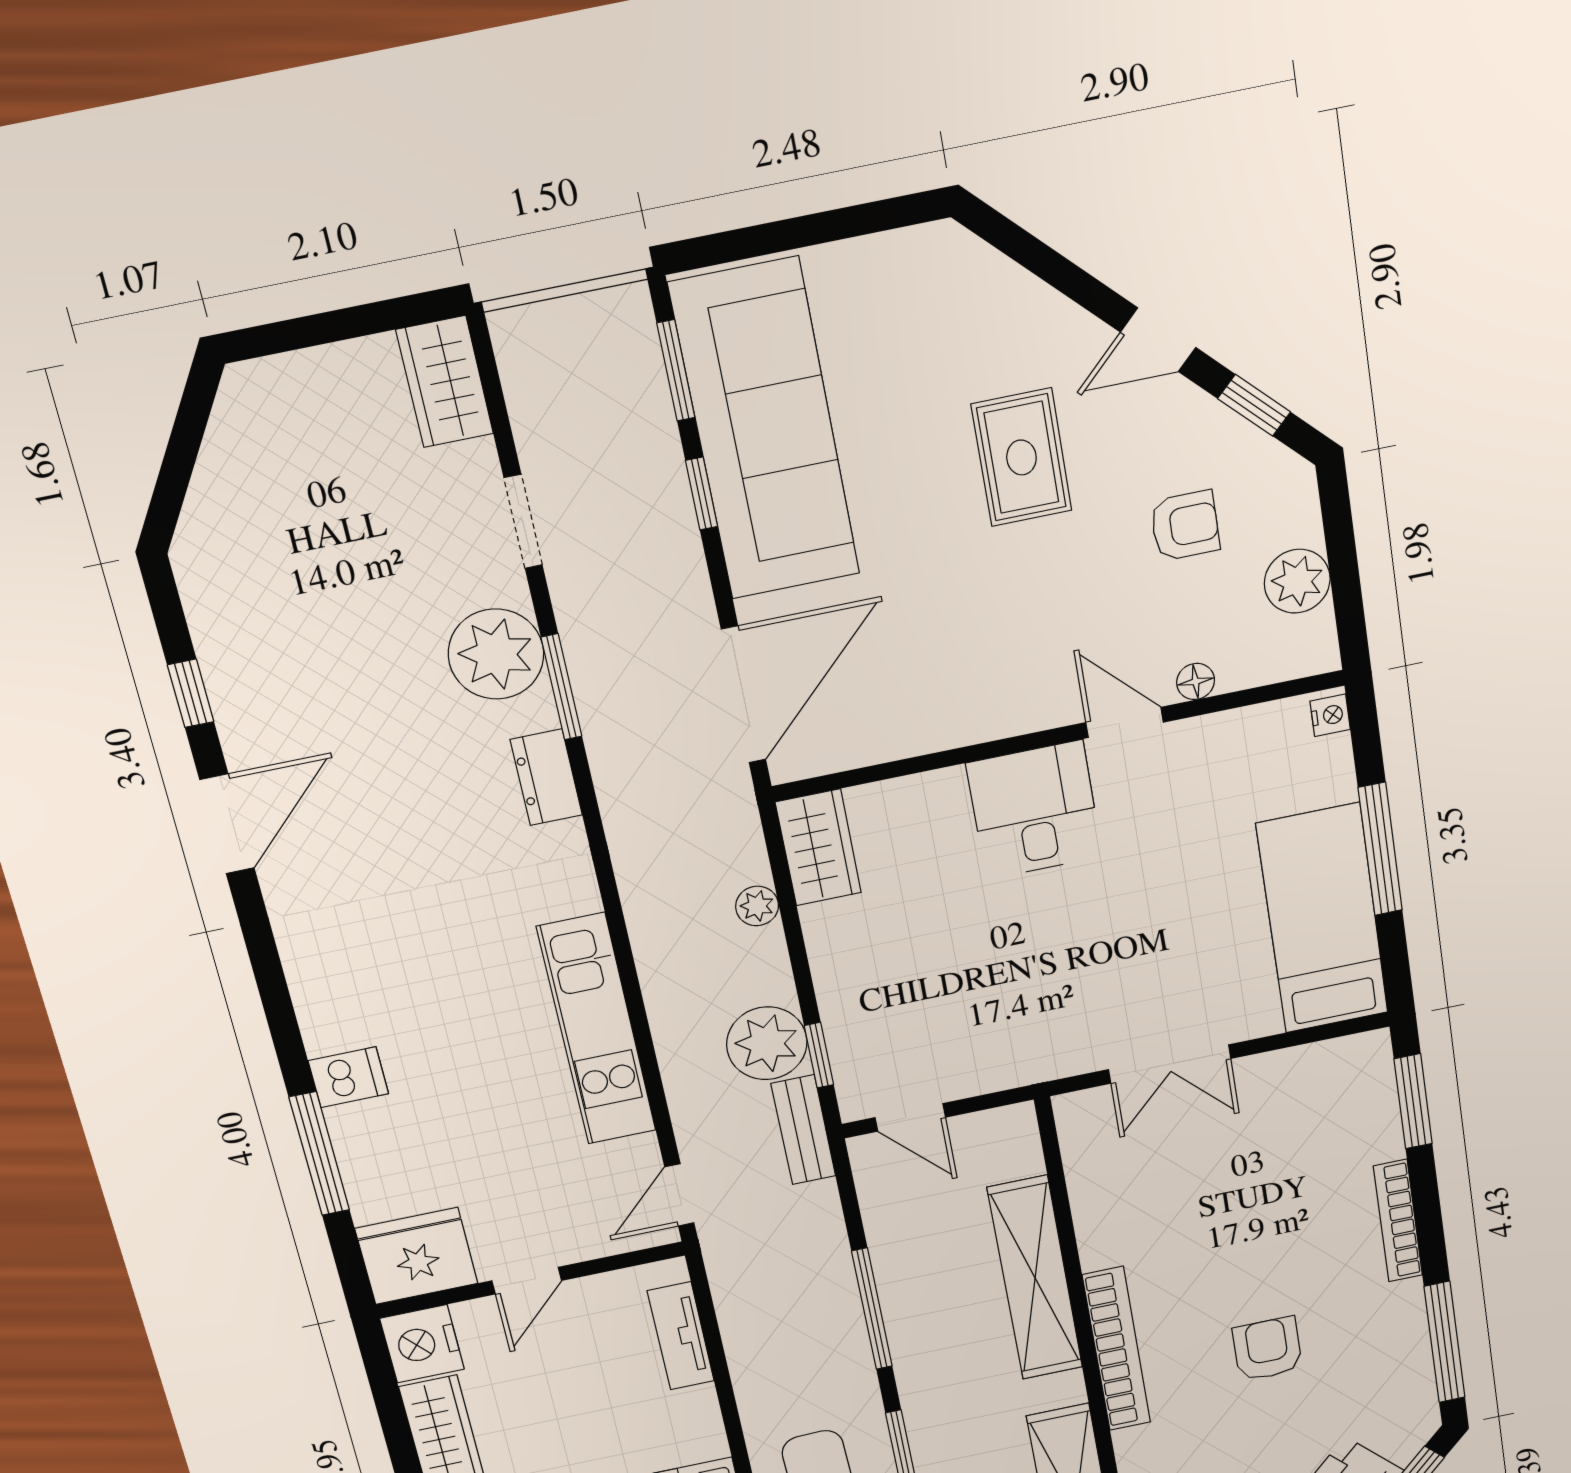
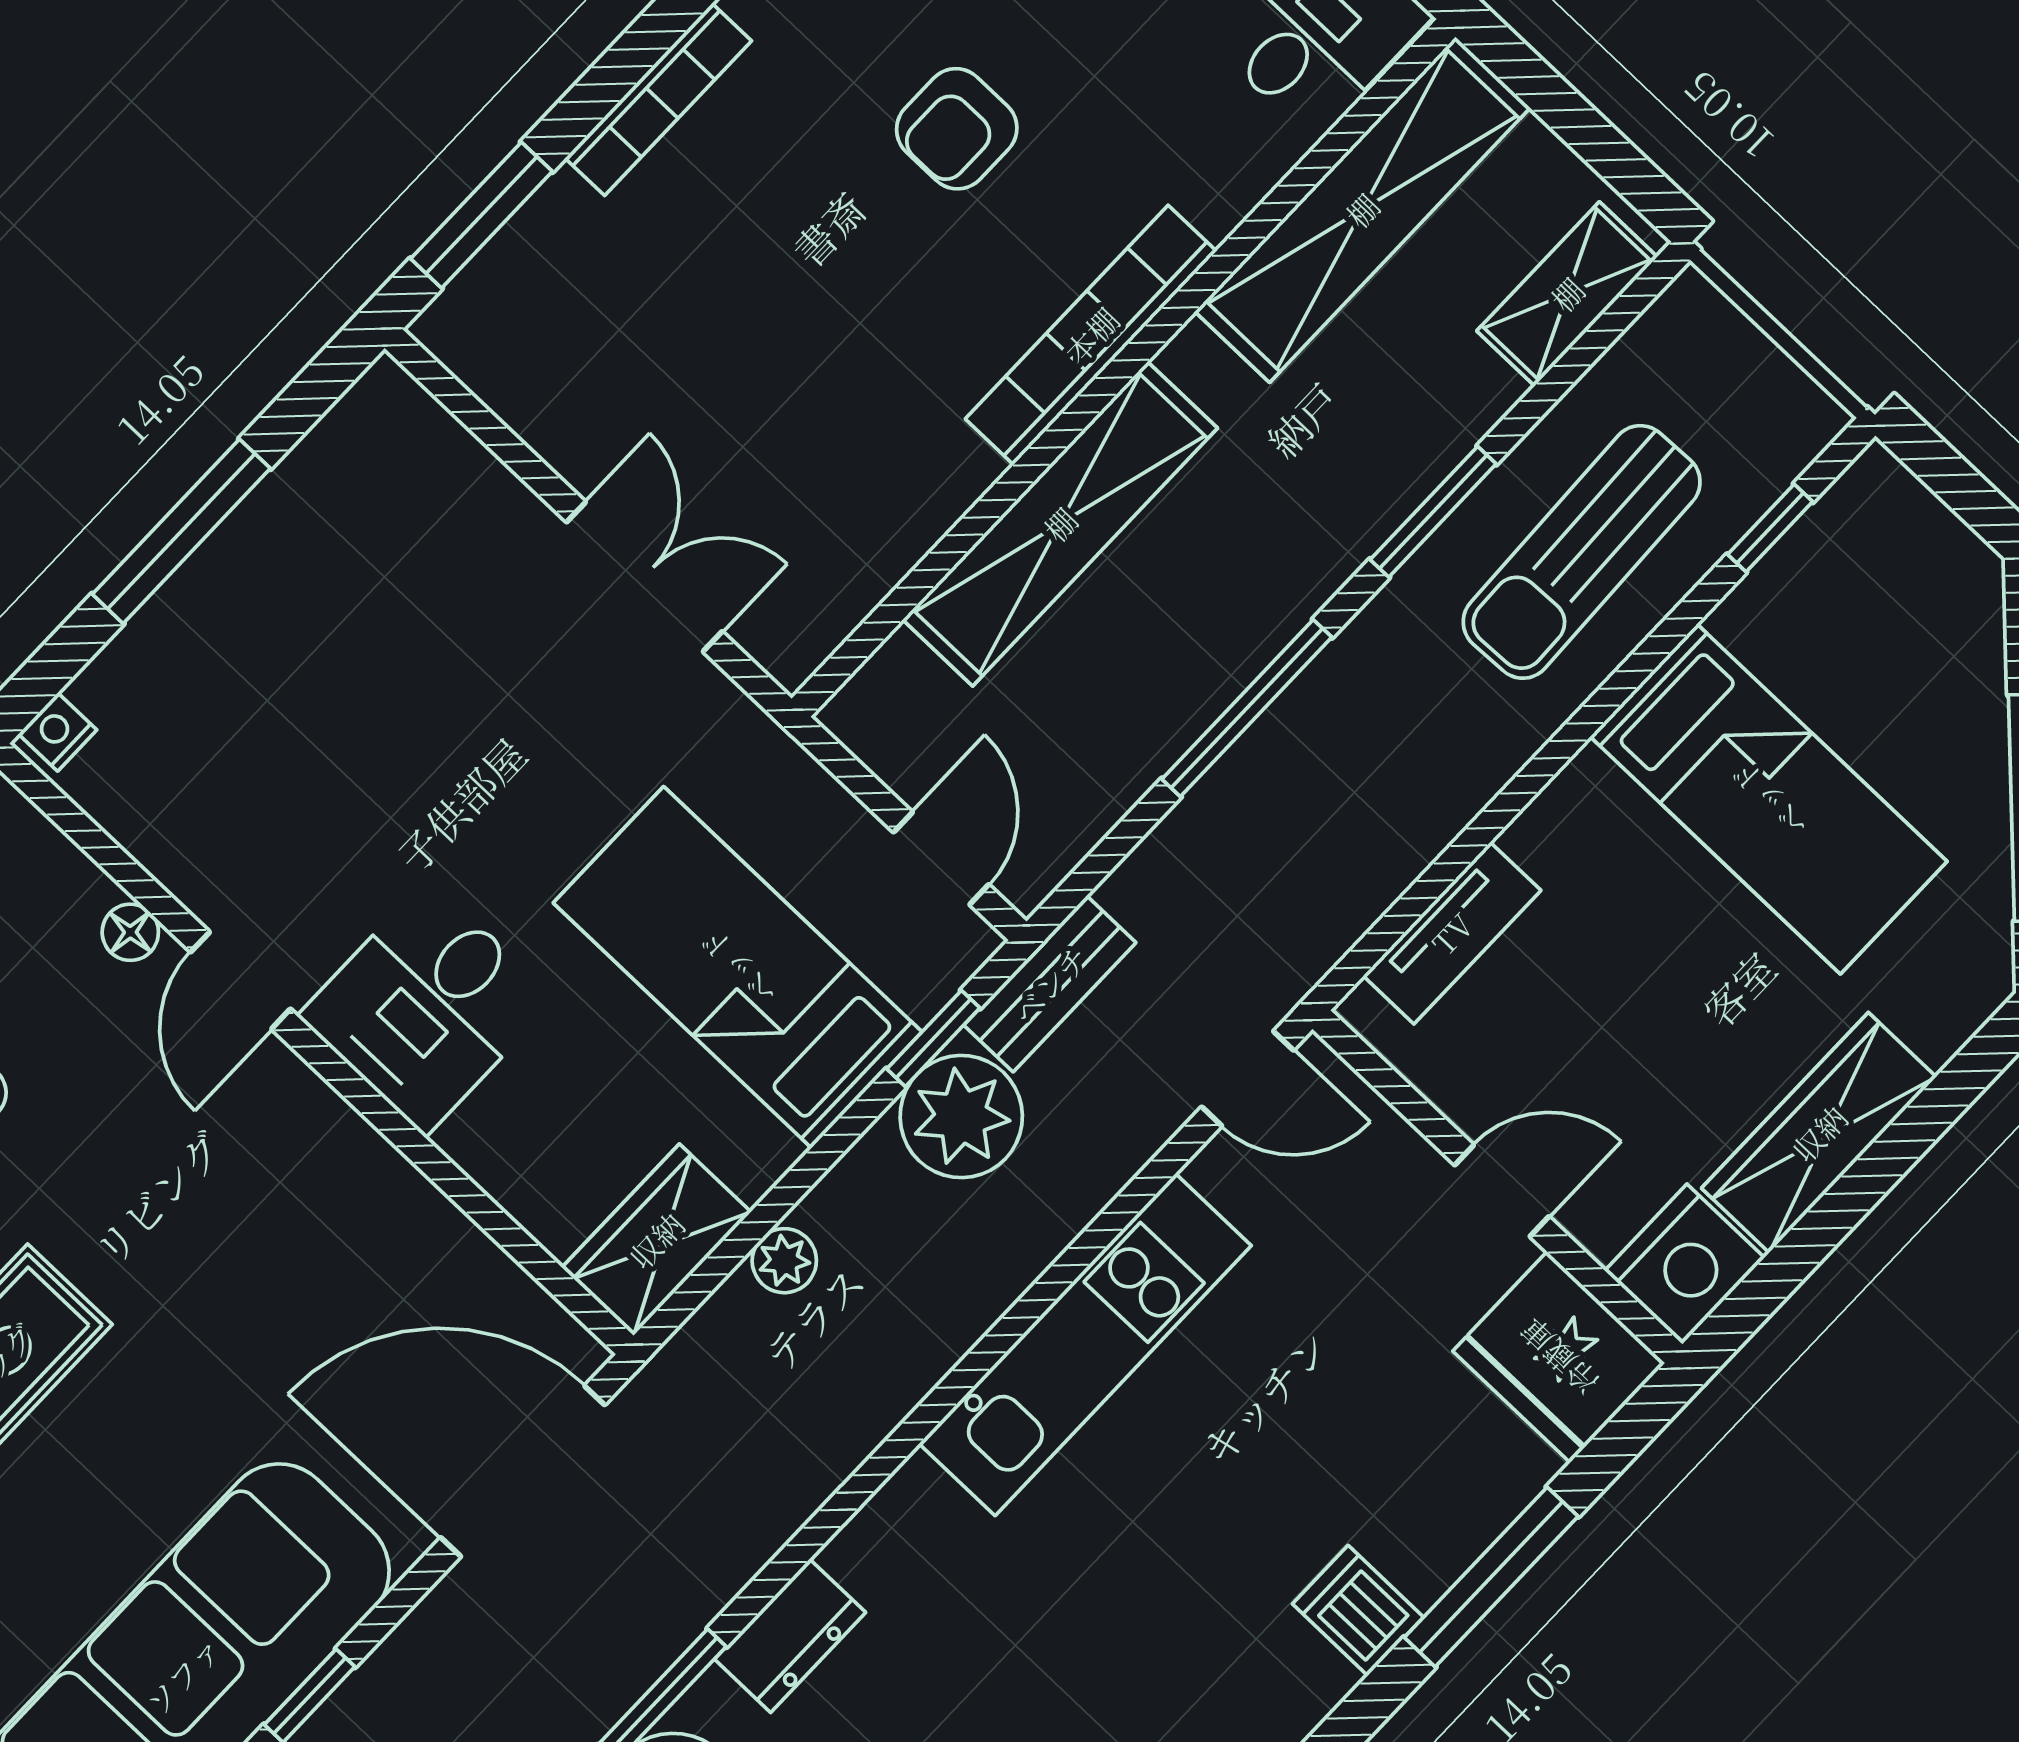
bed: (1322, 919) -> (738, 967), moved, turned 90

